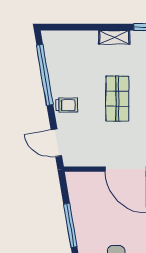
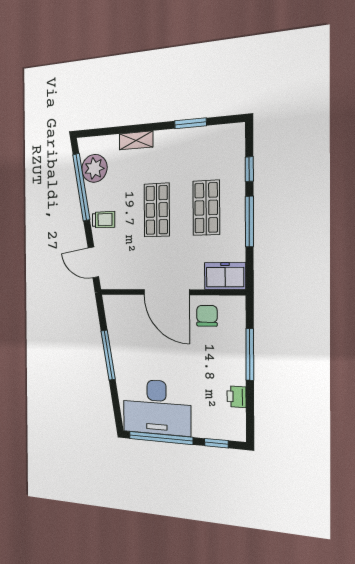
shelving: (114, 37) -> (136, 140), moved
plant: (58, 59) -> (94, 168), added

